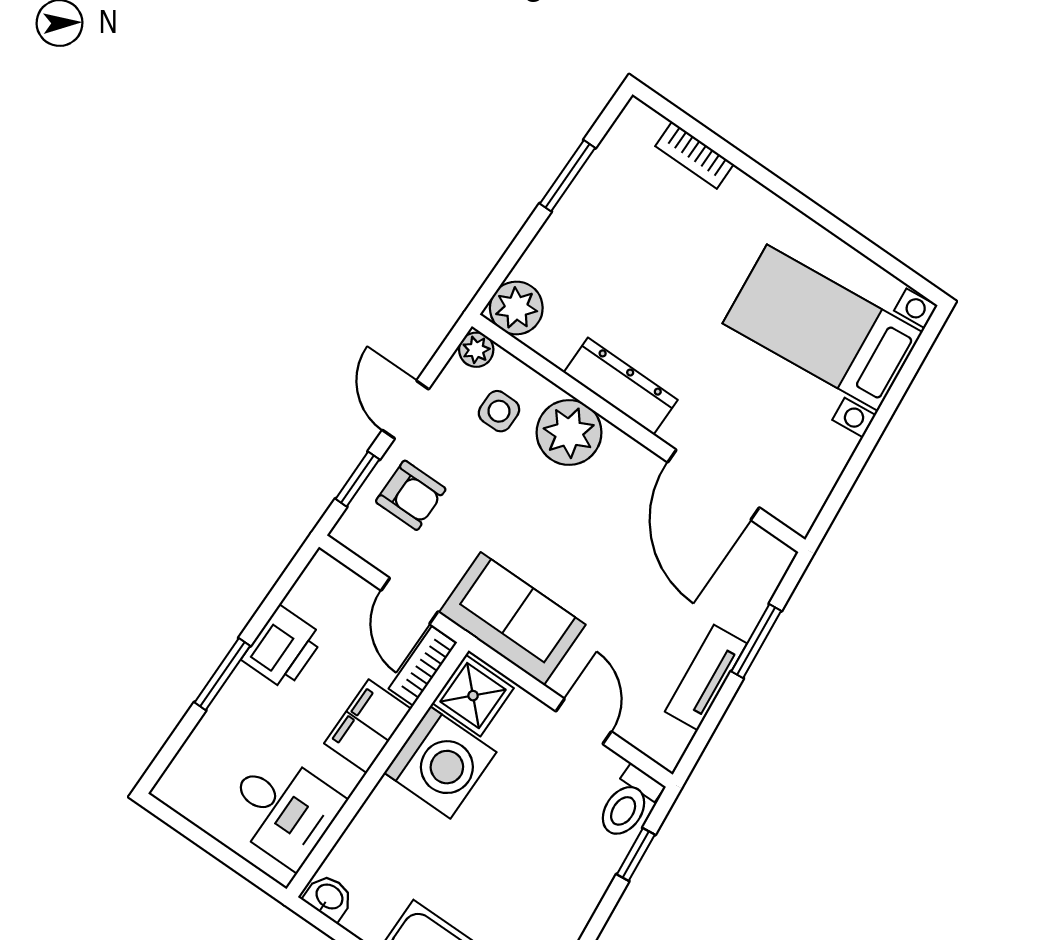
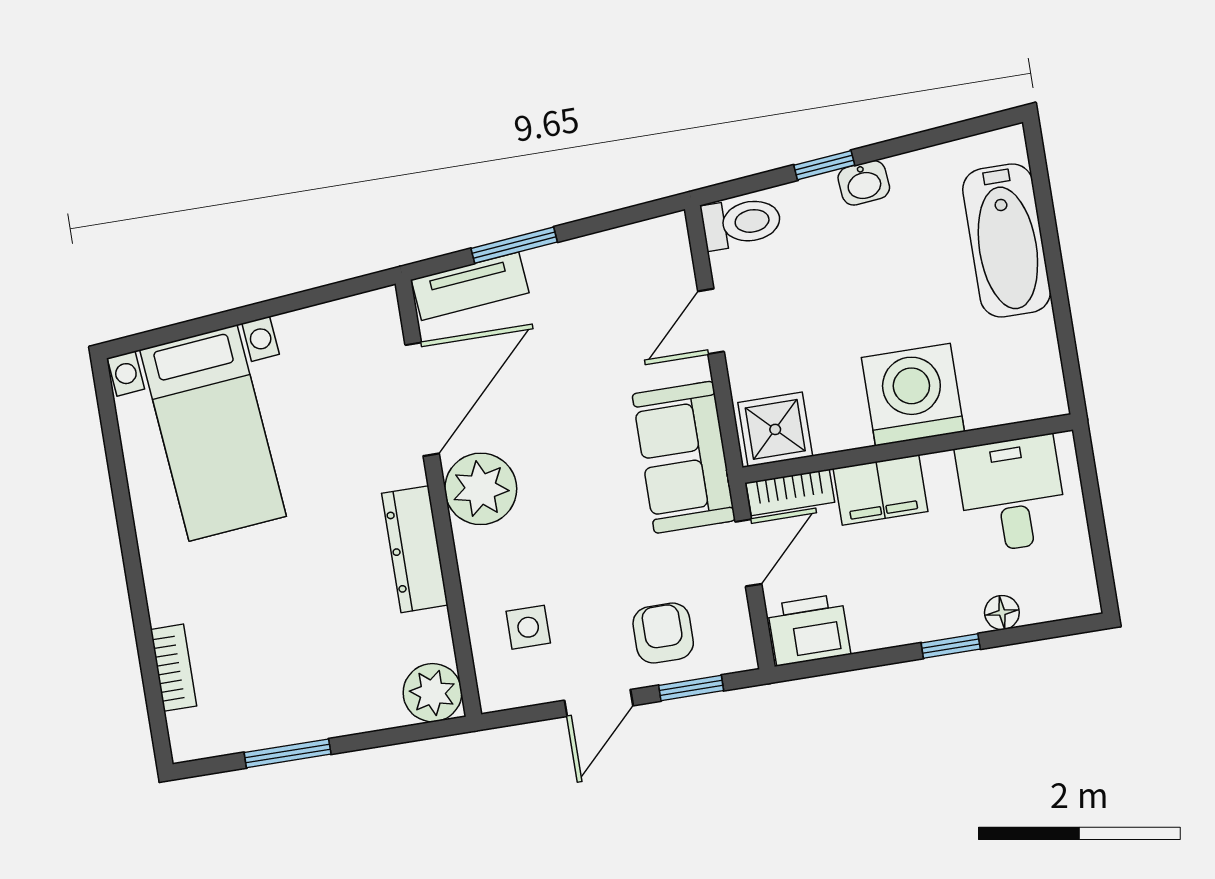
plant: (476, 350) -> (497, 693), removed
plant: (569, 433) -> (481, 489), moved
printer: (283, 648) -> (809, 630), moved
window: (222, 674) -> (951, 646), width x0.67
tv unit: (706, 678) -> (470, 286), moved
floor lamp: (212, 728) -> (1002, 613), added
washing machine: (440, 762) -> (913, 395), moved
window: (636, 854) -> (824, 165), moved
washbasin: (329, 897) -> (864, 183), moved, turned -95

